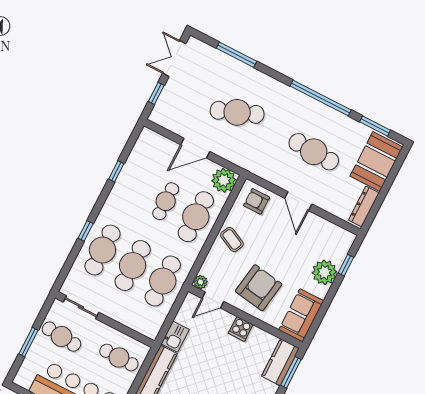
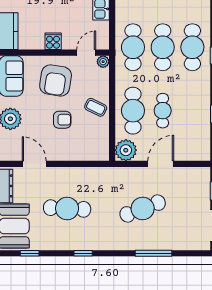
window: (237, 55) -> (153, 253), moved
window: (321, 98) -> (83, 253), width x0.32
window: (375, 126) -> (30, 253), width x0.67
armchair: (257, 201) -> (62, 120), moved
door: (298, 201) -> (34, 164), moved

